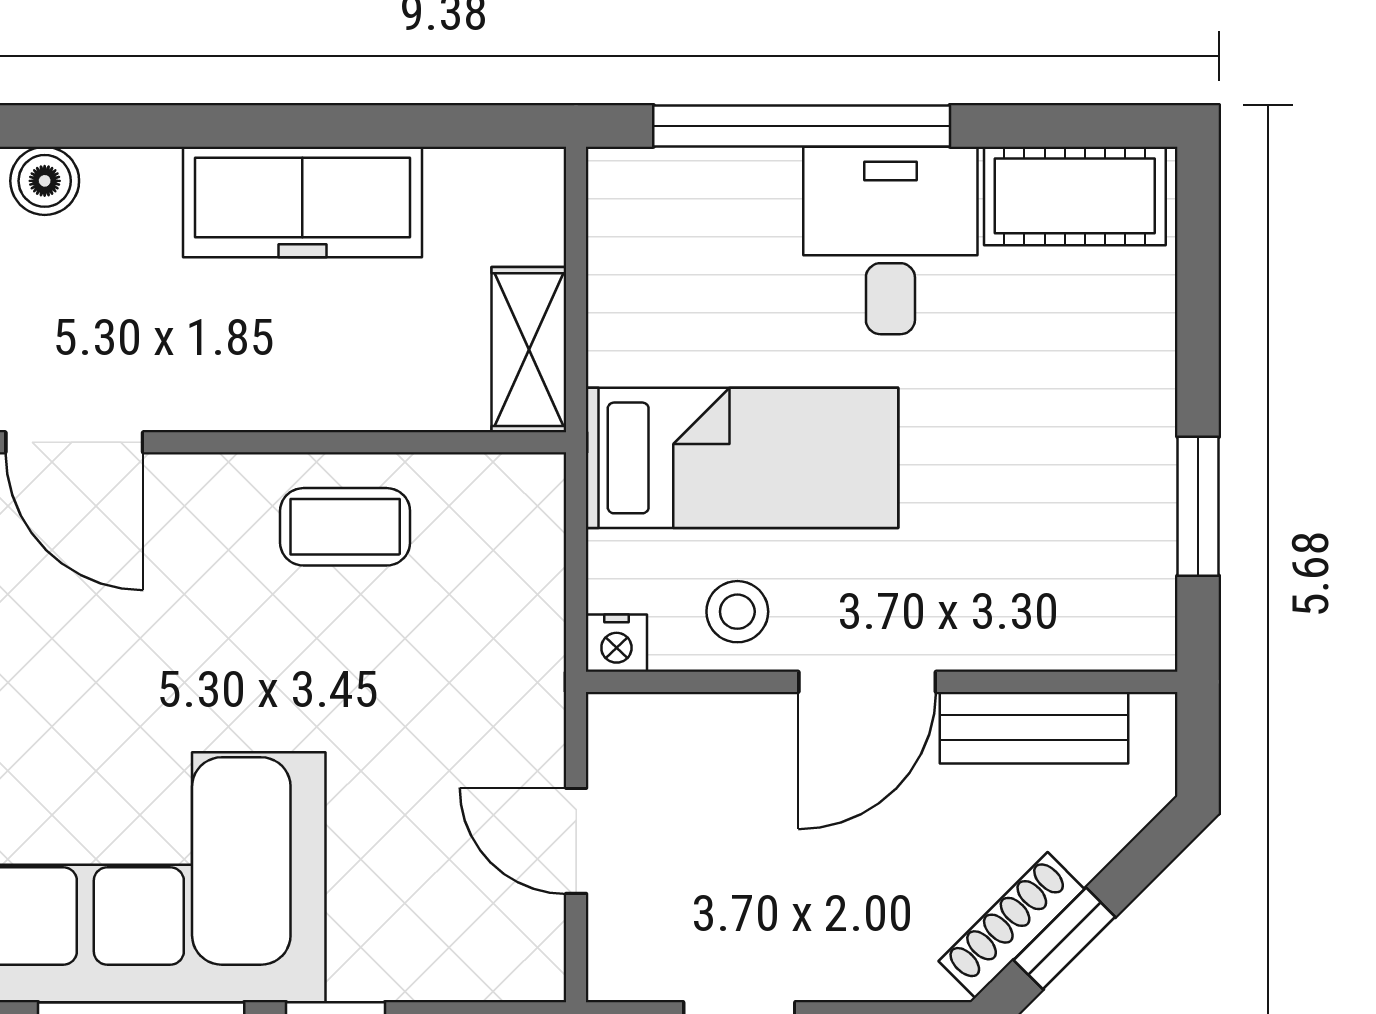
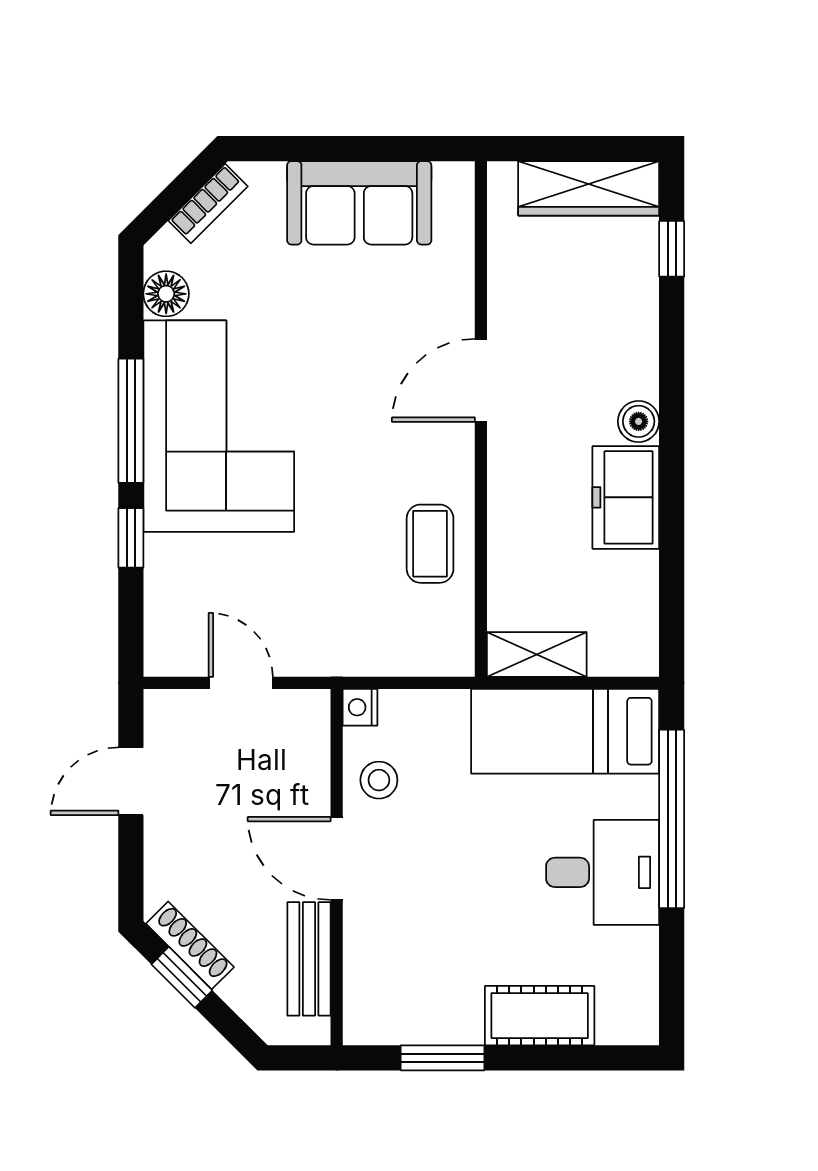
boiler: (45, 181) -> (639, 421), moved
cot: (1075, 196) -> (540, 1016), moved, turned 90
freezer: (302, 202) -> (626, 497), width x0.71
bed: (742, 458) -> (565, 731), moved, turned 90
door: (576, 841) -> (241, 683), hinge flipped

